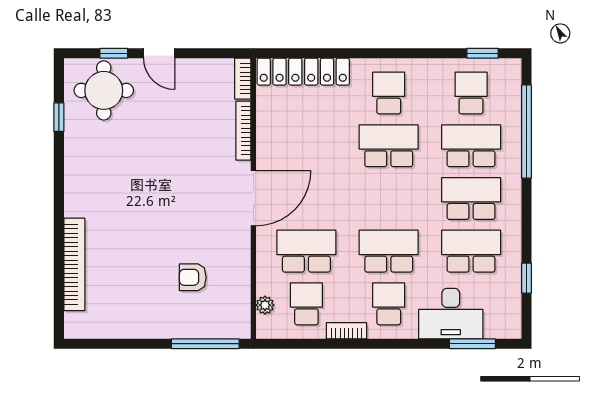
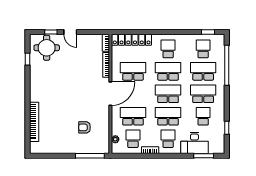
school desk: (306, 146) -> (133, 71), added
school desk: (389, 198) -> (168, 94), added
school desk: (471, 251) -> (203, 116), width x0.54

